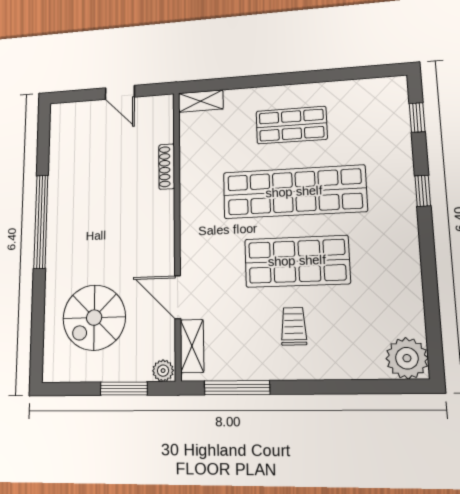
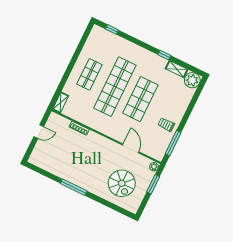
window: (423, 191) -> (164, 55), moved
window: (41, 221) -> (74, 187), width x0.68
door: (178, 297) -> (131, 148), swing flipped
trolley: (294, 326) -> (166, 125), moved
shelving: (192, 346) -> (177, 69), moved

